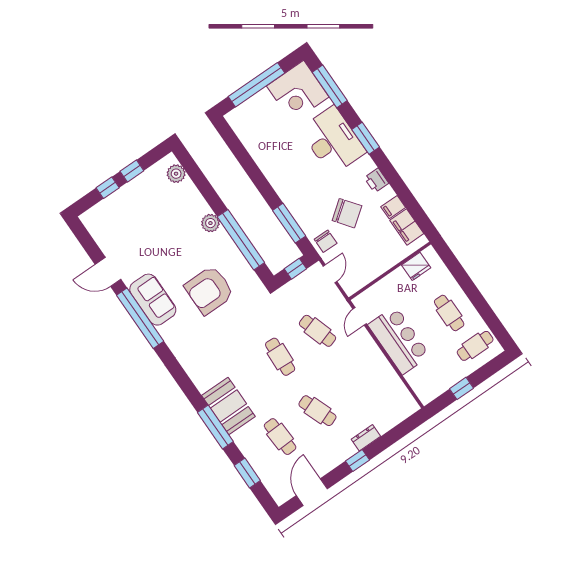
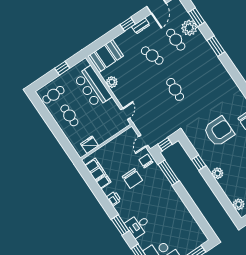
desk: (333, 141) -> (138, 226), width x0.53, depth x0.77
chair: (347, 213) -> (132, 178), turned -143
window: (241, 240) -> (199, 163), width x0.32
cafe table: (318, 331) -> (152, 105), removed
bar counter: (399, 340) -> (93, 87), moved
plant: (382, 367) -> (112, 82), added
booth: (228, 406) -> (106, 56), moved, turned 90
window: (215, 427) -> (216, 46), width x0.69
dresser: (366, 438) -> (141, 26), moved
plant: (259, 456) -> (189, 28), added

